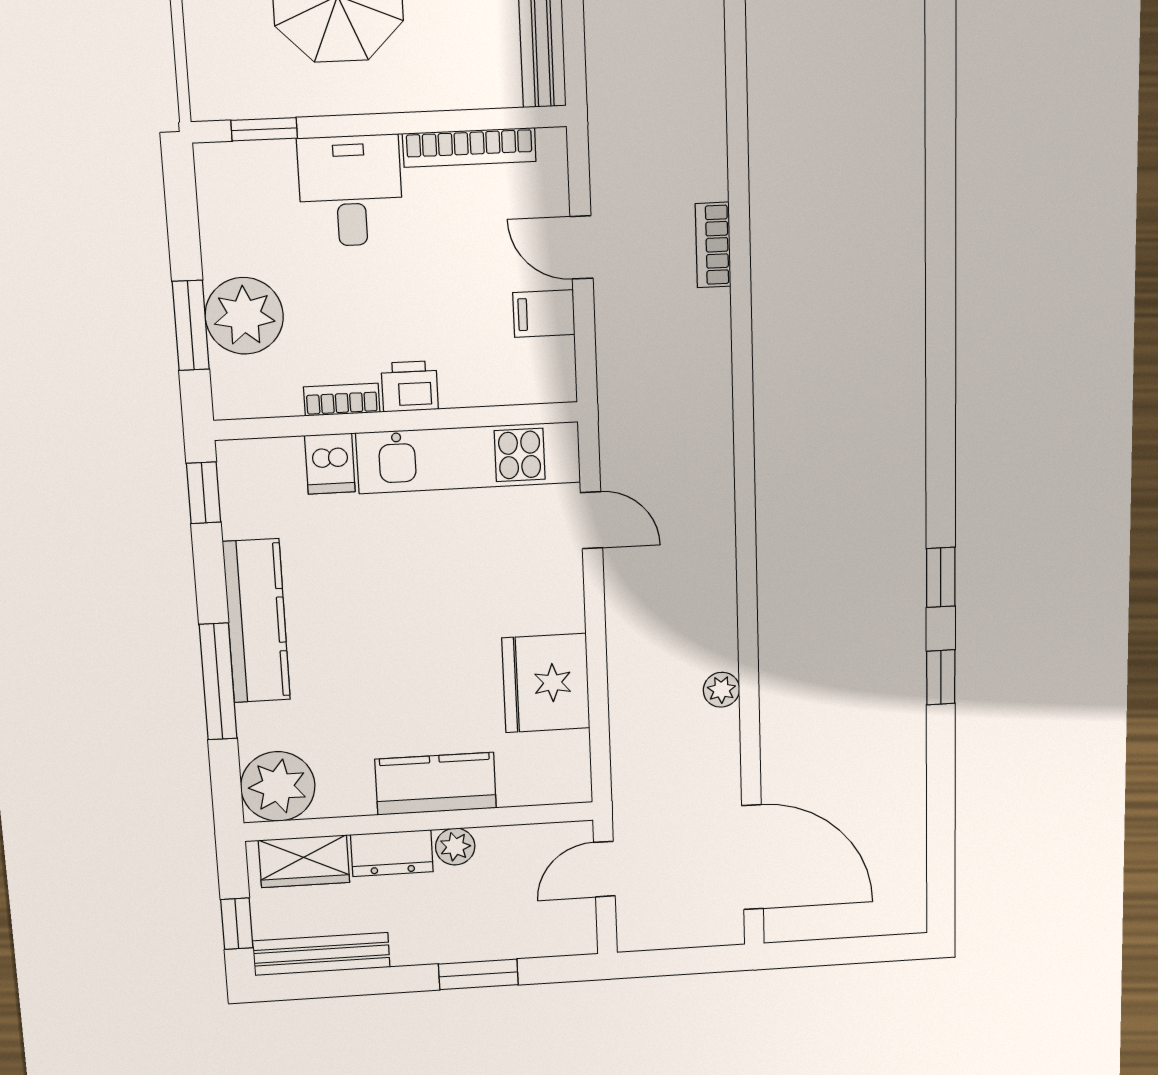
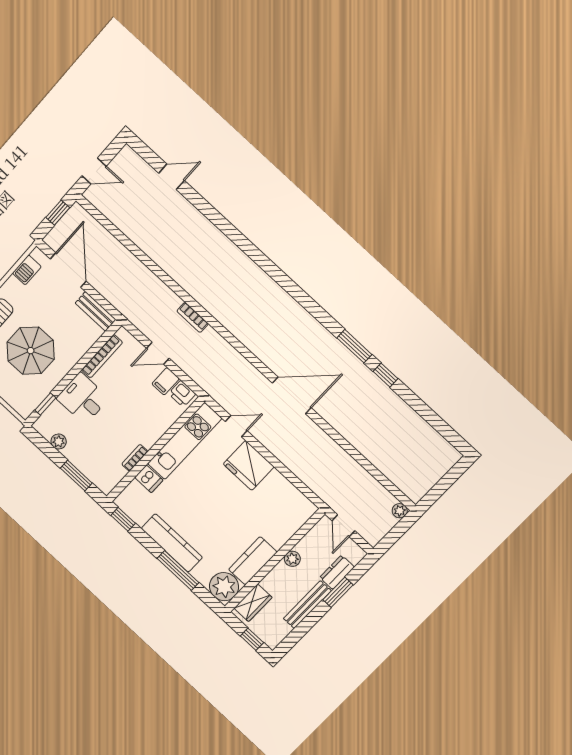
plant: (244, 316) -> (59, 442), moved, width x0.53, depth x0.53
printer: (410, 386) -> (182, 394), moved, turned -90
window: (941, 577) -> (354, 346), width x1.50
fridge: (546, 683) -> (249, 465), moved
plant: (721, 690) -> (400, 511), moved
kitchen counter: (436, 784) -> (253, 561), moved
dresser: (392, 853) -> (337, 572), moved, turned 180
door: (753, 857) -> (292, 395), moved
bench: (321, 954) -> (307, 605), moved

